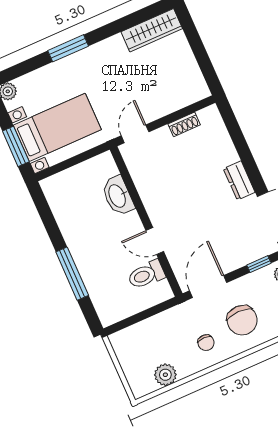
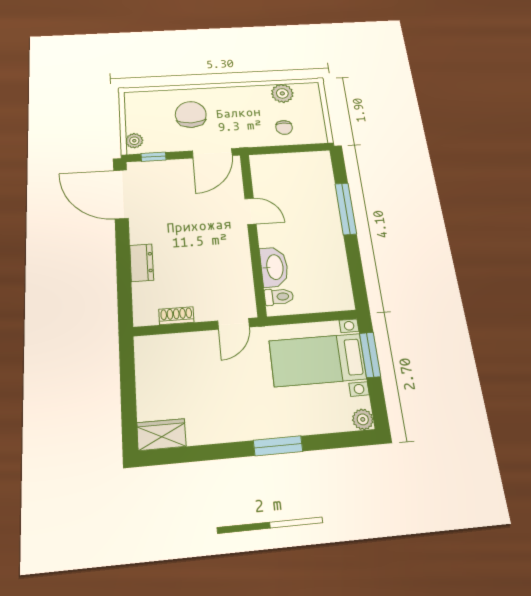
wardrobe: (152, 30) -> (161, 435), width x0.67
dresser: (239, 180) -> (142, 263), moved
toilet: (146, 275) -> (279, 297), moved, width x0.73, depth x0.72
chair: (206, 343) -> (284, 127), moved, turned 180

